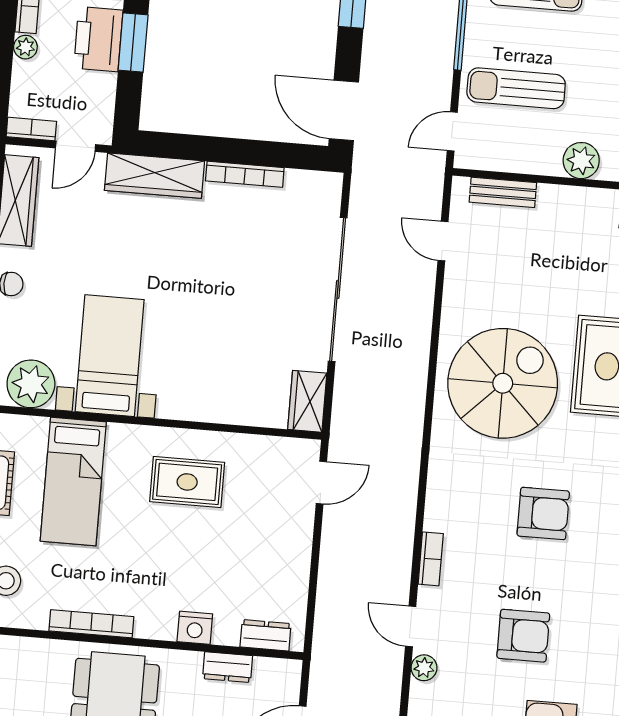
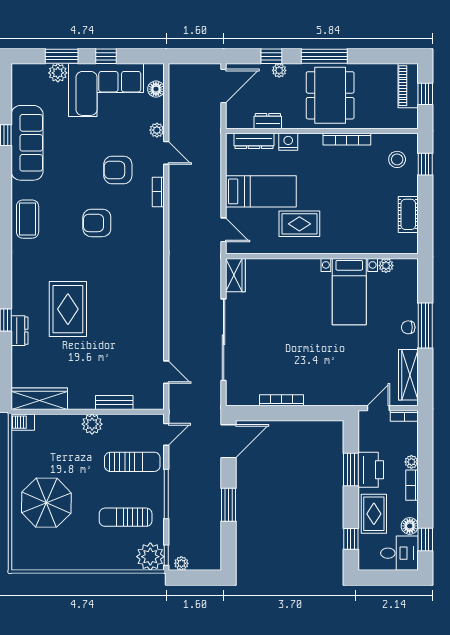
door: (344, 110) -> (229, 441), hinge flipped
wardrobe: (154, 176) -> (332, 395), removed
bench: (503, 192) -> (114, 402), moved
spiral stairs: (503, 383) -> (126, 295), removed
plant: (31, 384) -> (386, 266), width x0.53, depth x0.53
bed: (73, 481) -> (261, 191), moved, turned 90
door: (321, 483) -> (224, 230), swing flipped
dresser: (266, 635) -> (254, 141), width x1.44
armchair: (523, 636) -> (118, 170), moved

